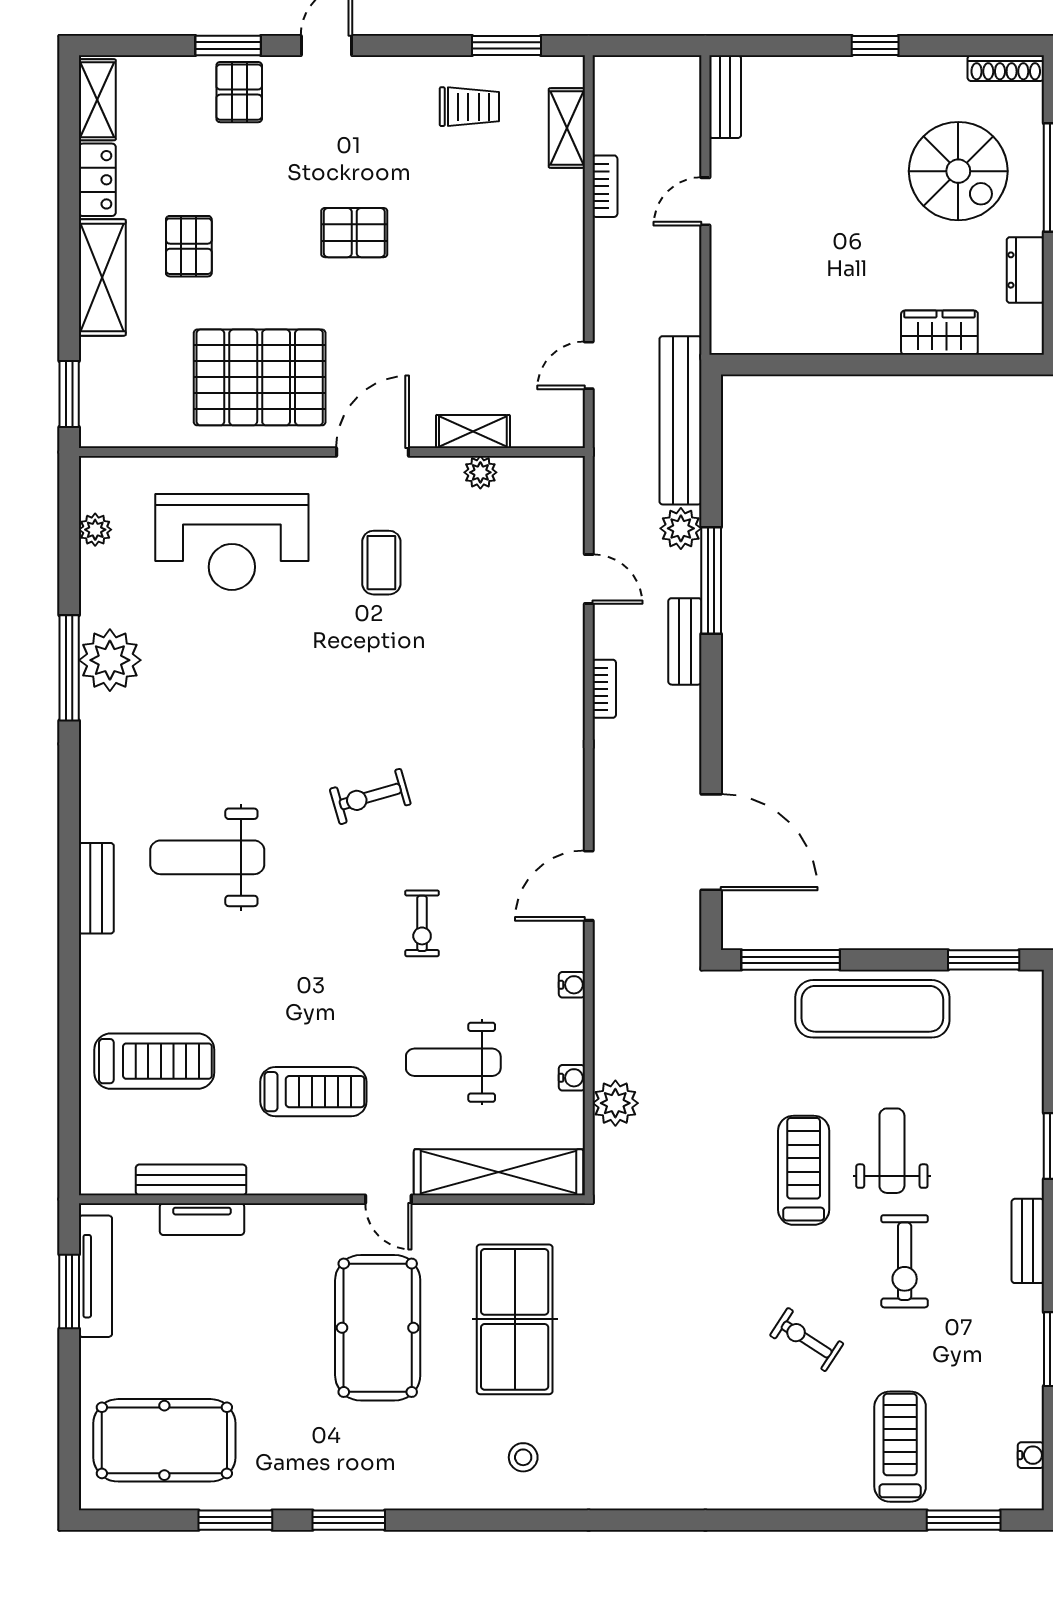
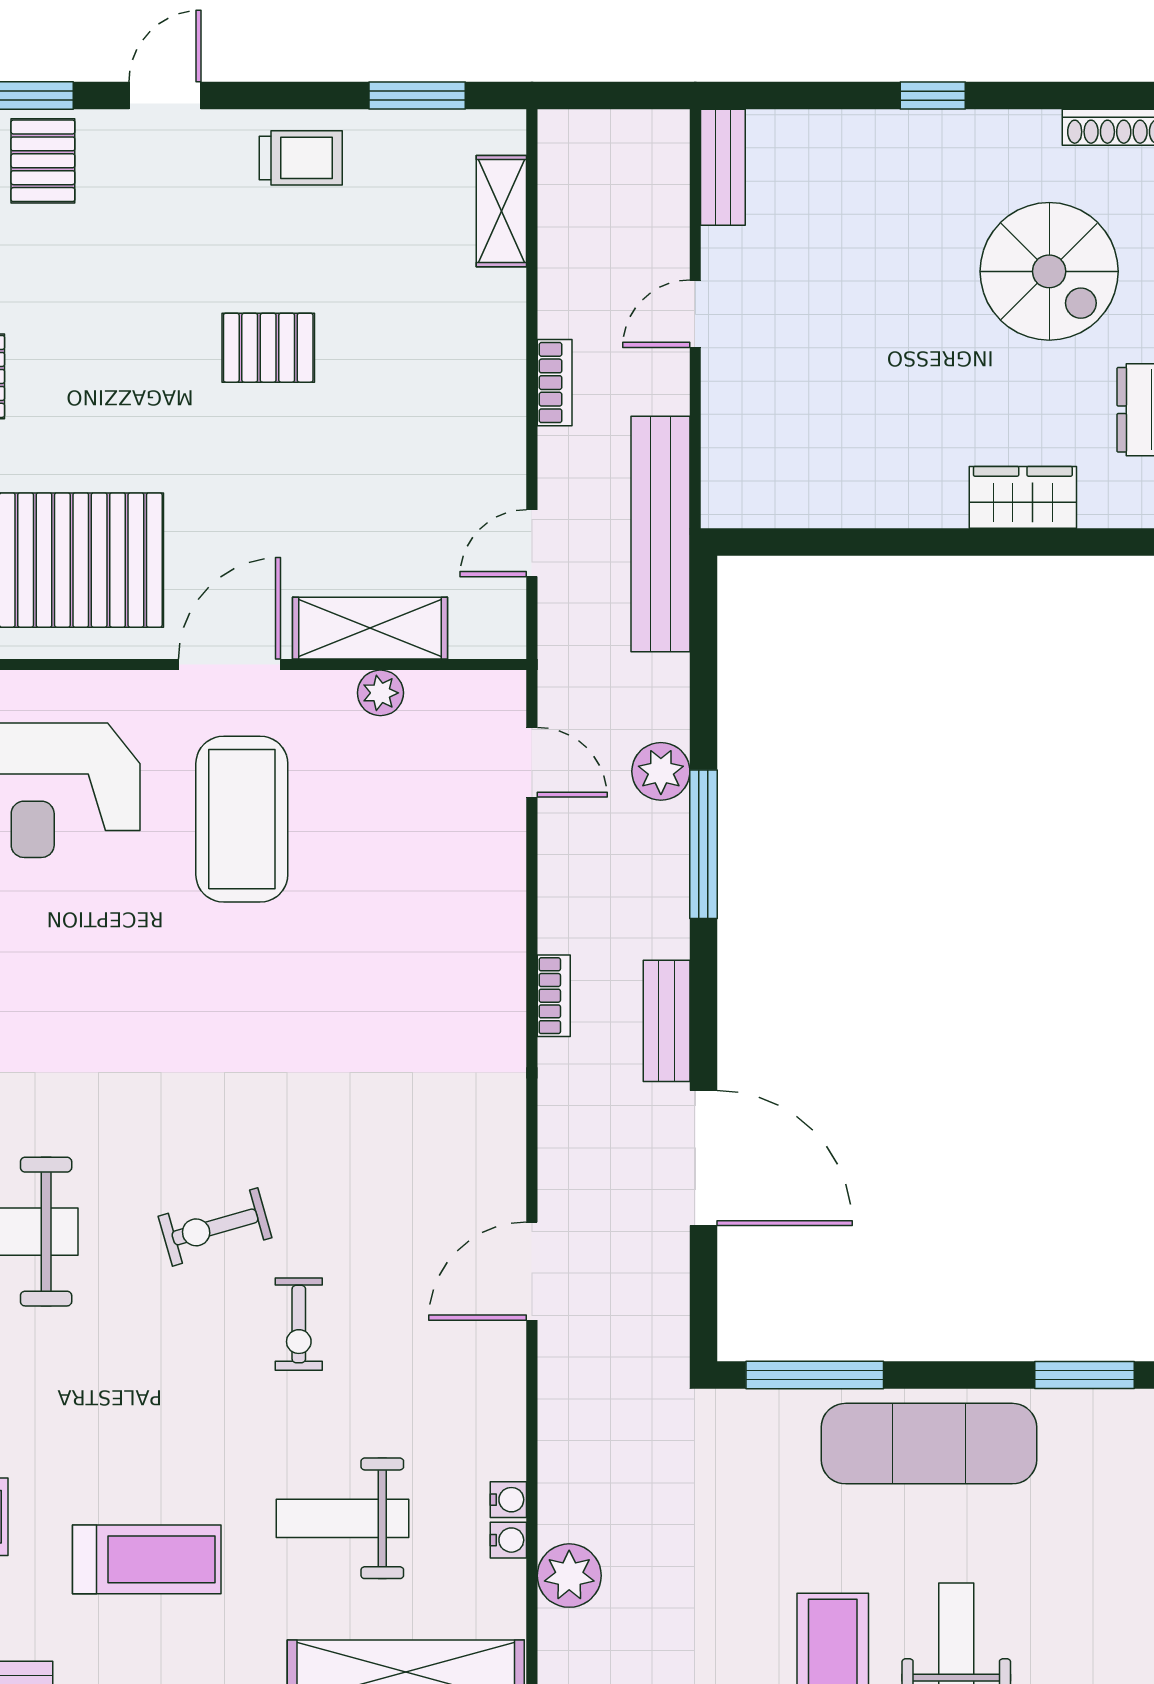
trolley: (469, 107) -> (301, 158), moved
bookcase: (605, 186) -> (555, 383), moved
pallet: (354, 233) -> (268, 348), moved
bench: (681, 420) -> (660, 534), moved
shelving: (473, 432) -> (370, 628), width x1.50, depth x1.33
coffee table: (381, 563) -> (242, 819), width x1.86, depth x1.72
door: (589, 579) -> (532, 762), moved
bench: (685, 641) -> (667, 1021), moved
exercise bike: (370, 796) -> (215, 1227), moved
door: (711, 842) -> (703, 1158), moved
water cooler: (572, 985) -> (508, 1500), moved

